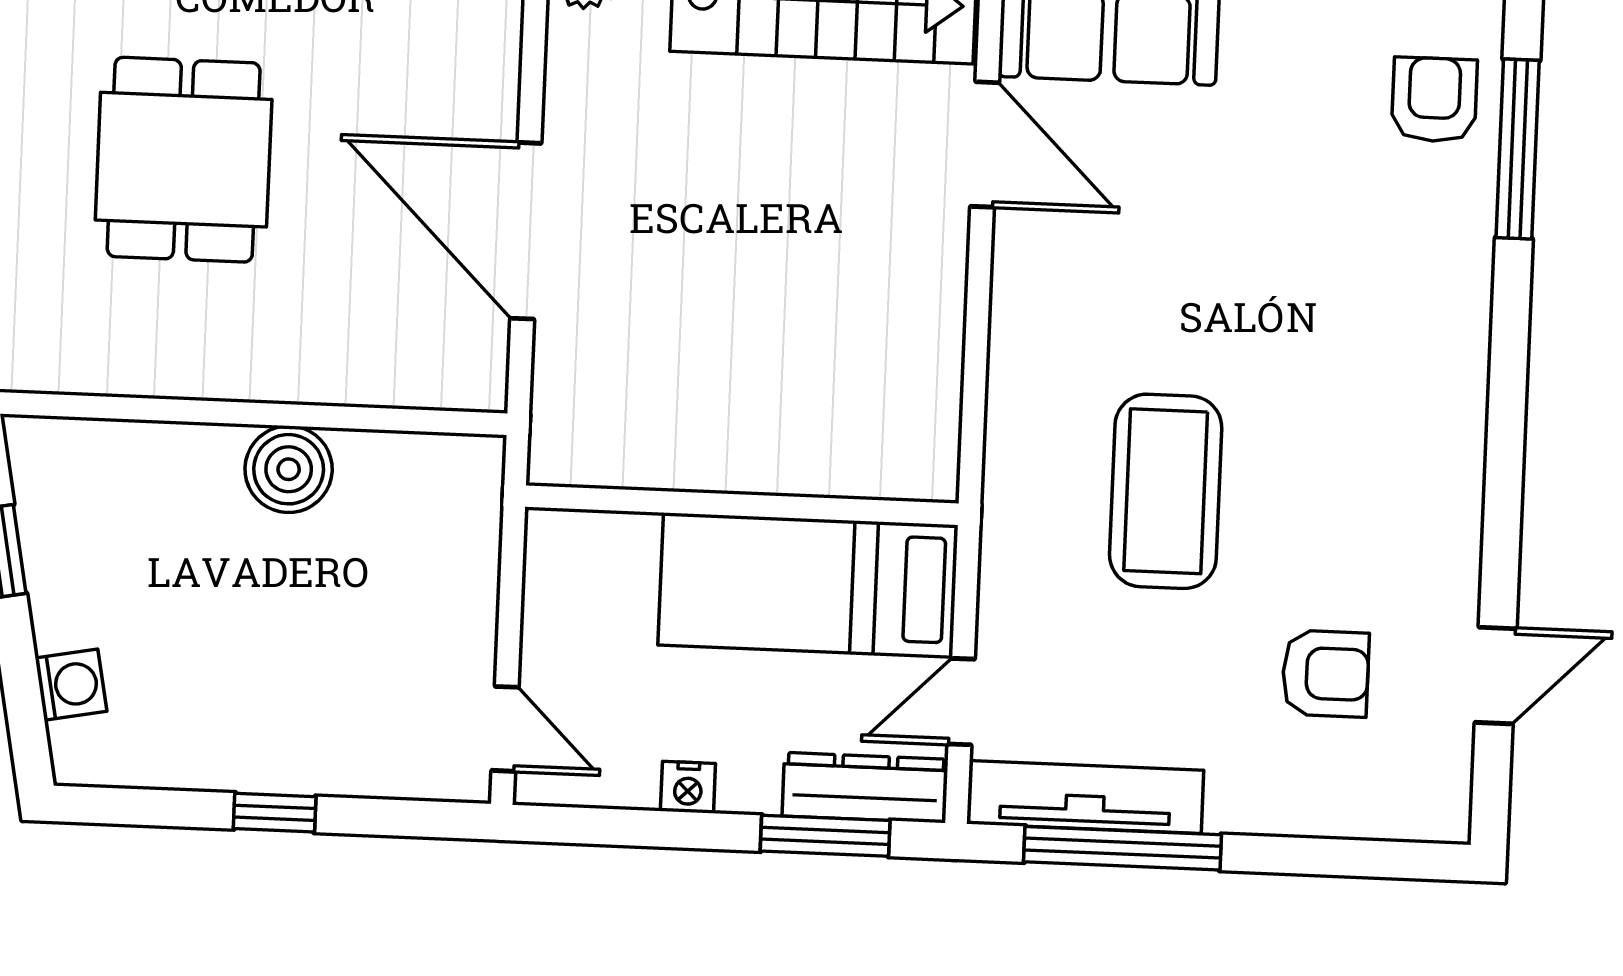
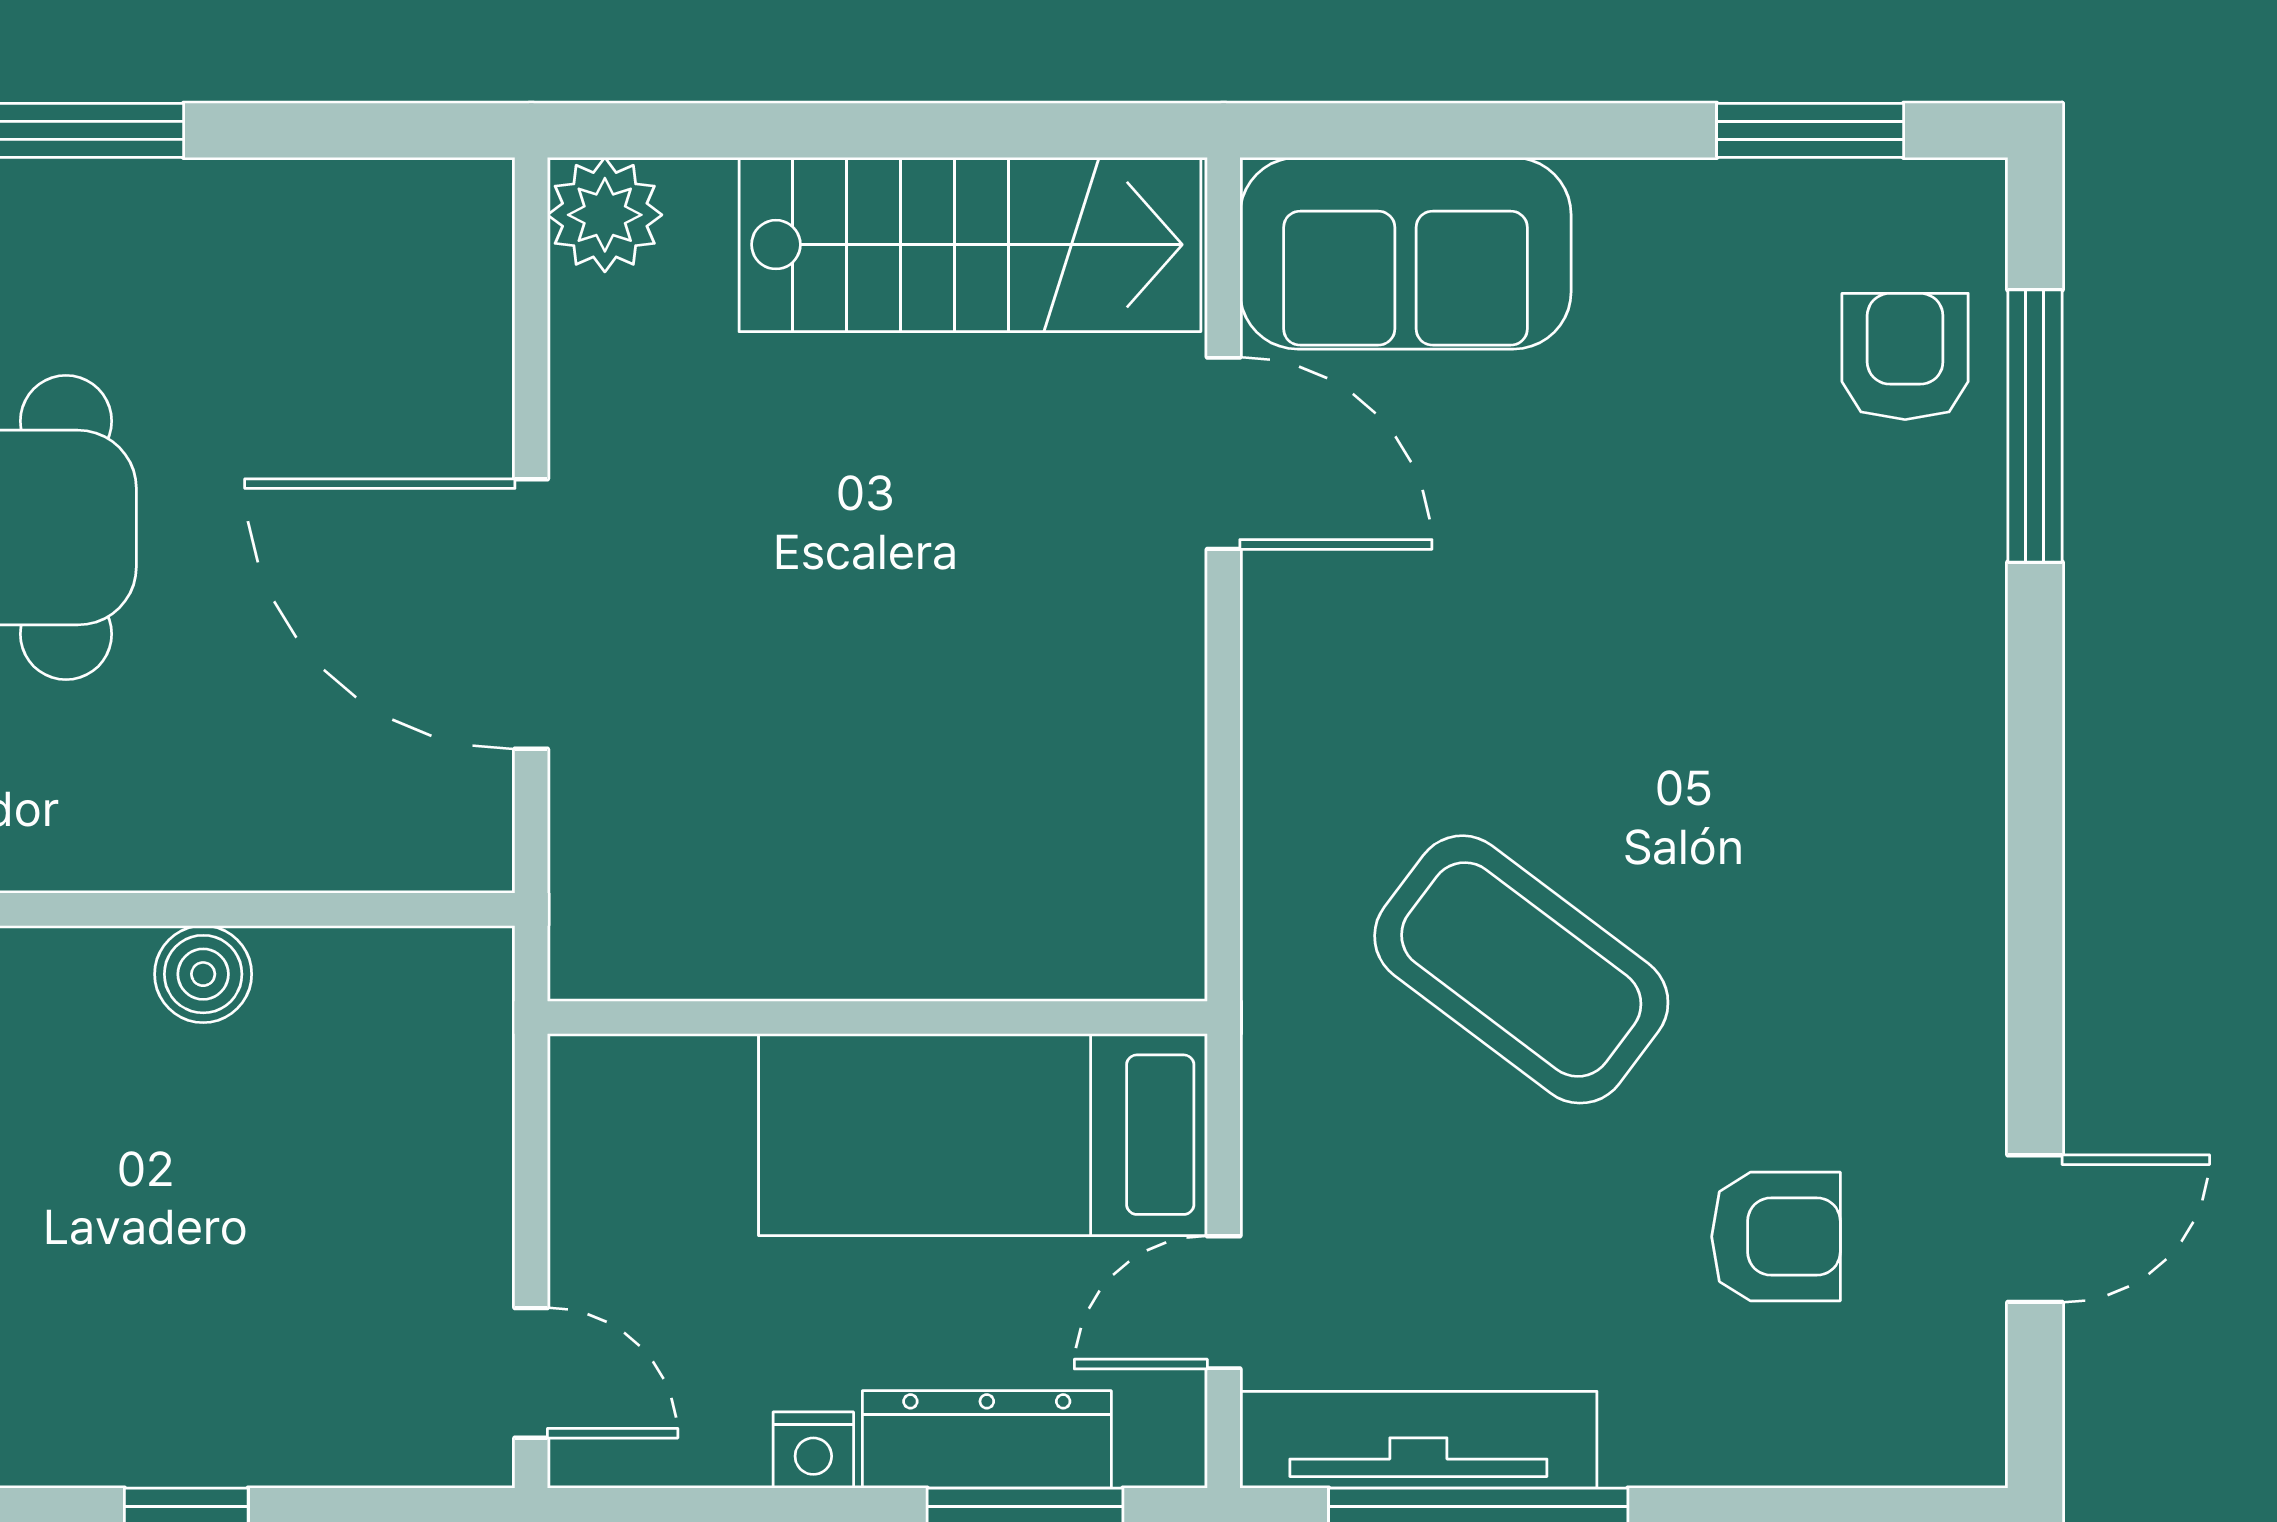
boiler: (289, 469) -> (203, 974), width x0.73, depth x0.73
coffee table: (1166, 491) -> (1521, 969), turned -53
dresser: (865, 788) -> (987, 1439), moved

